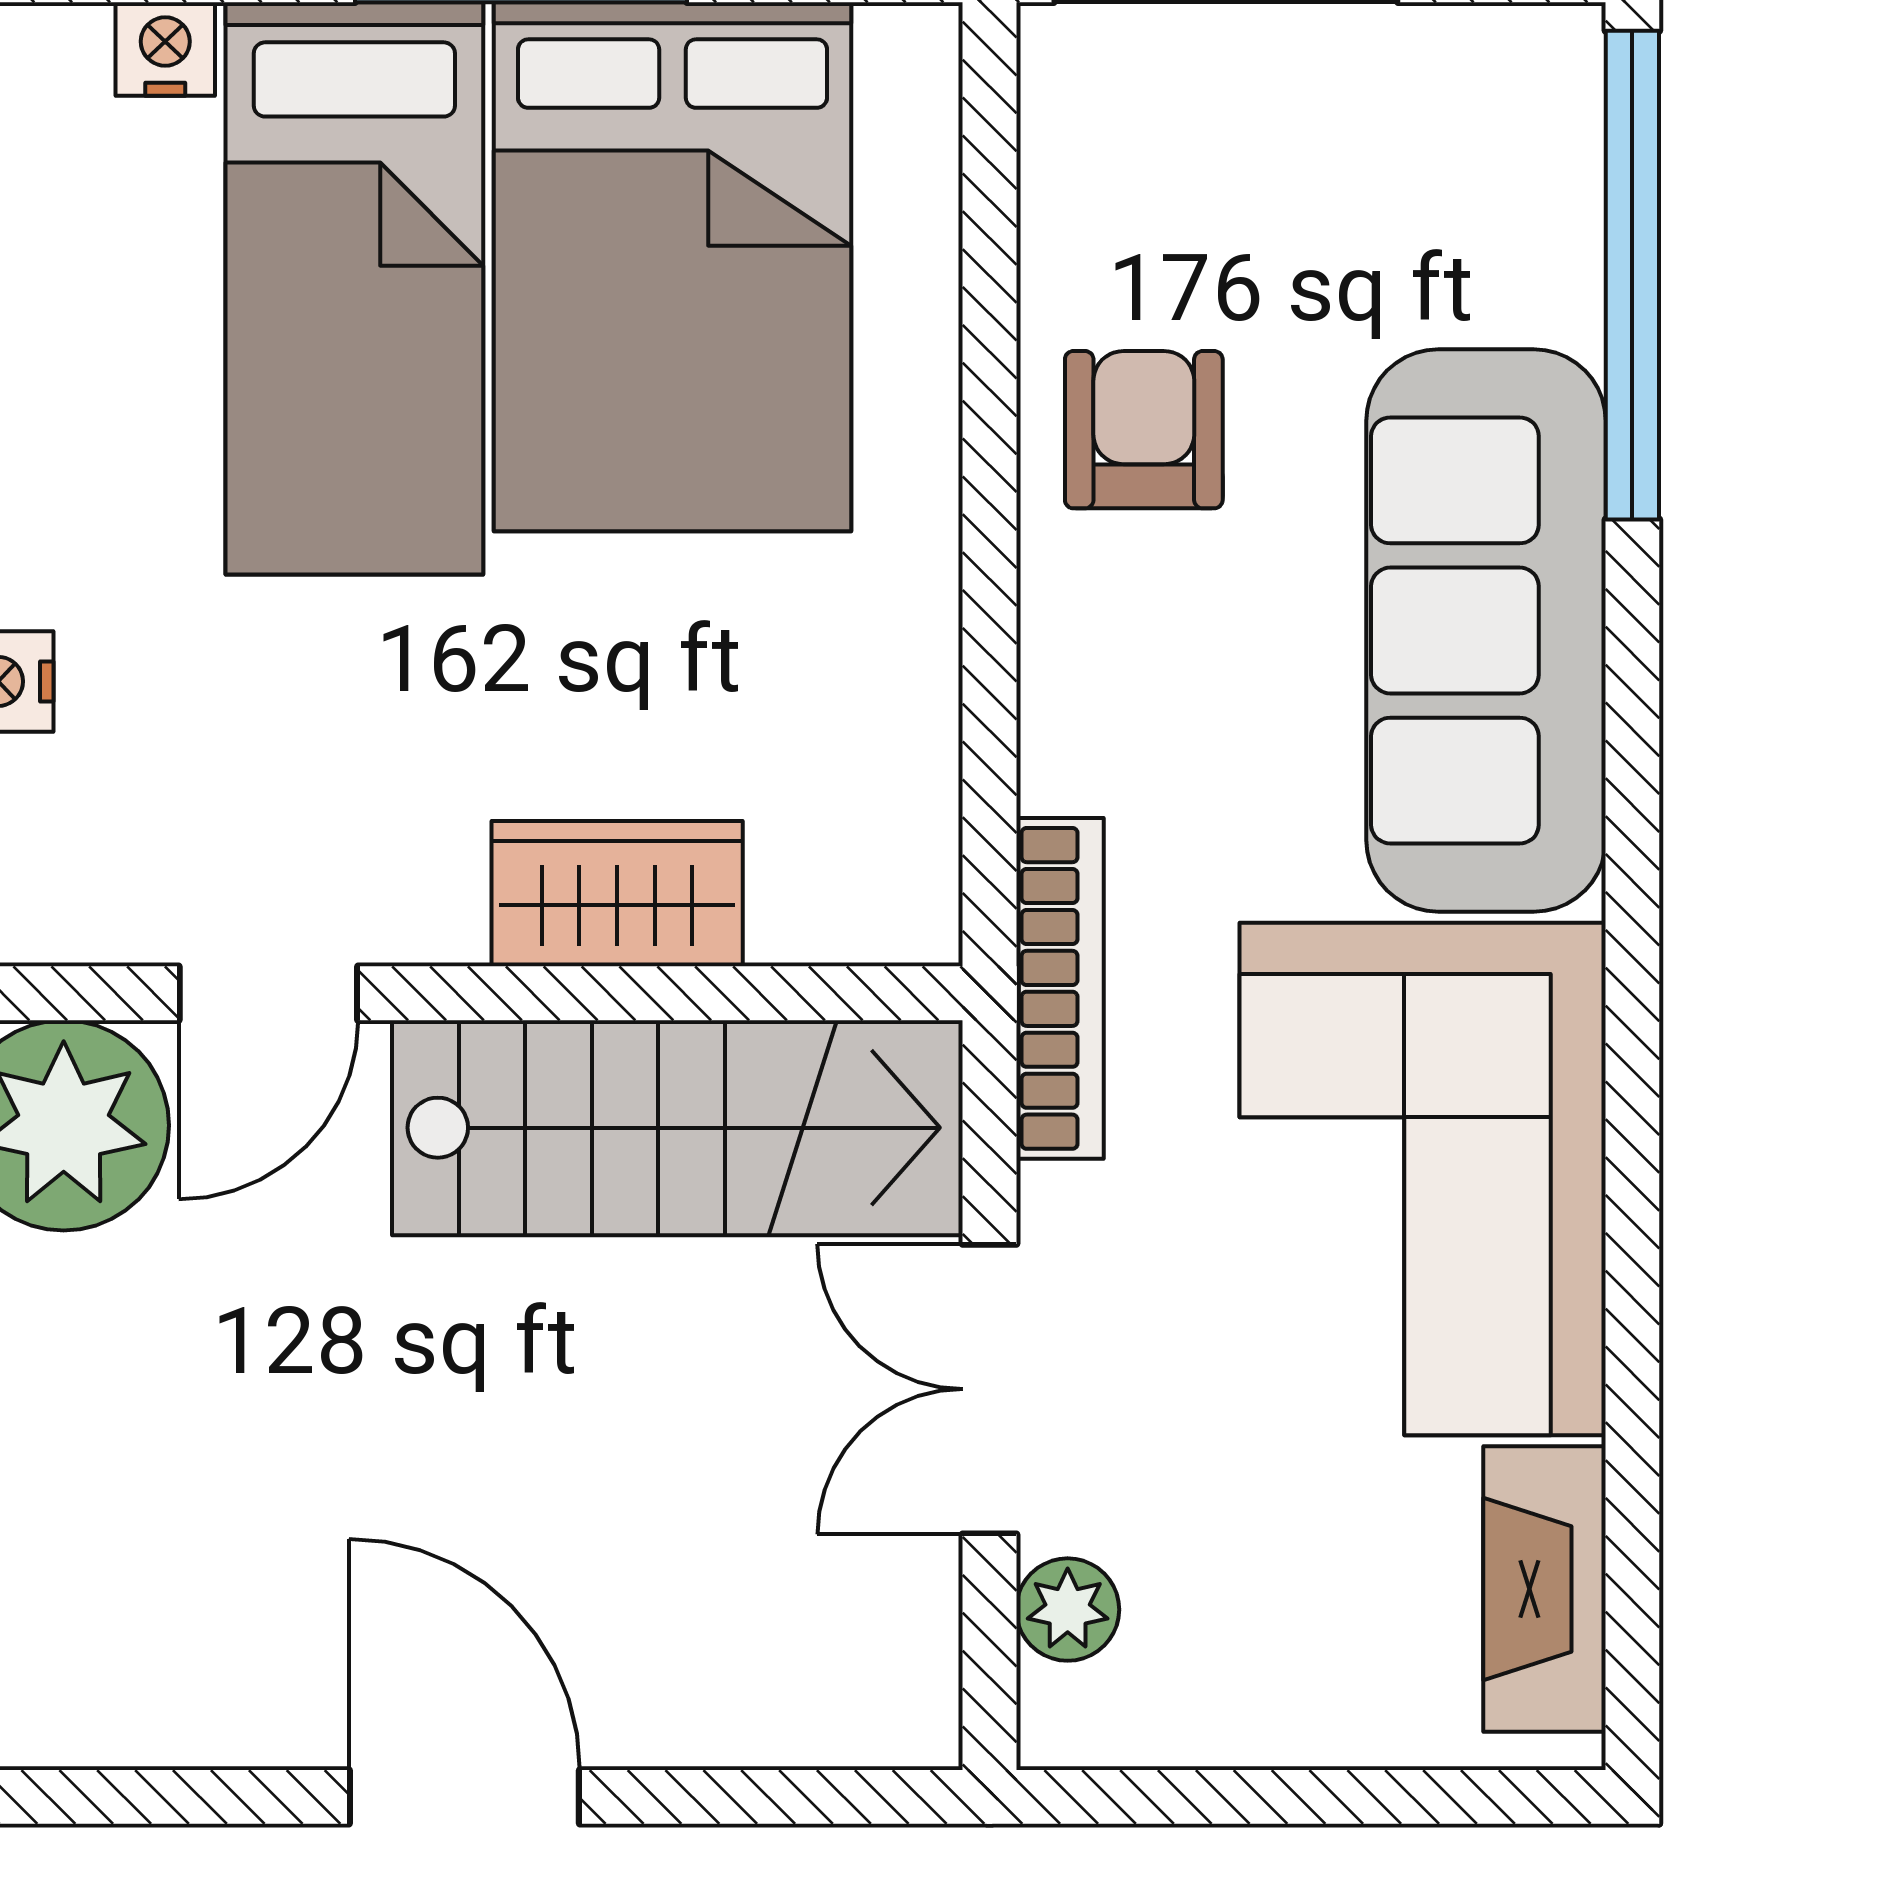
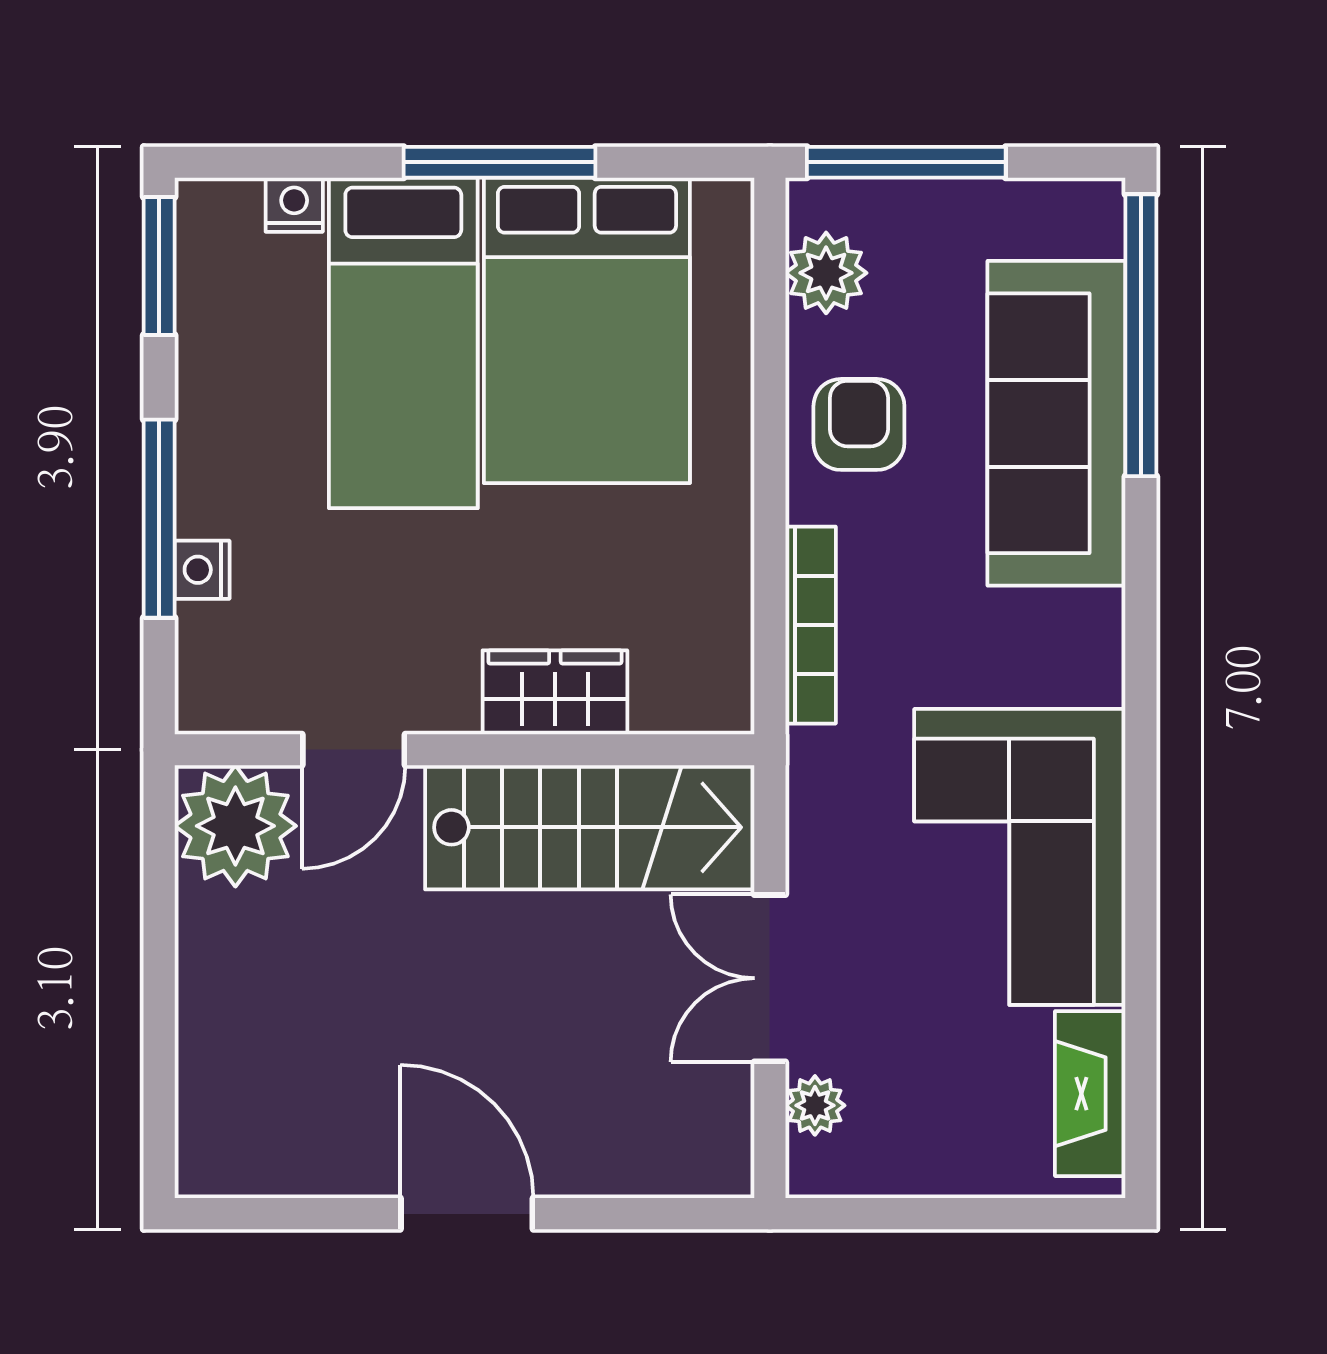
plant: (1087, 167) -> (826, 273), added
sofa: (1486, 630) -> (1056, 423), moved
bookcase: (1060, 988) -> (811, 625), moved

